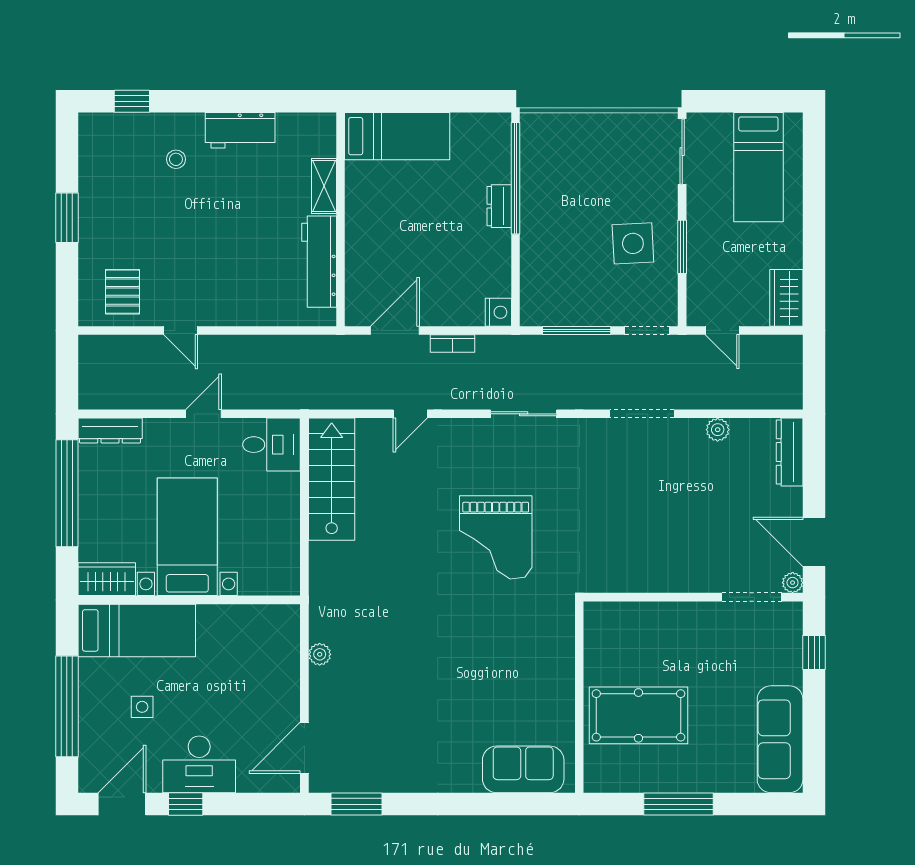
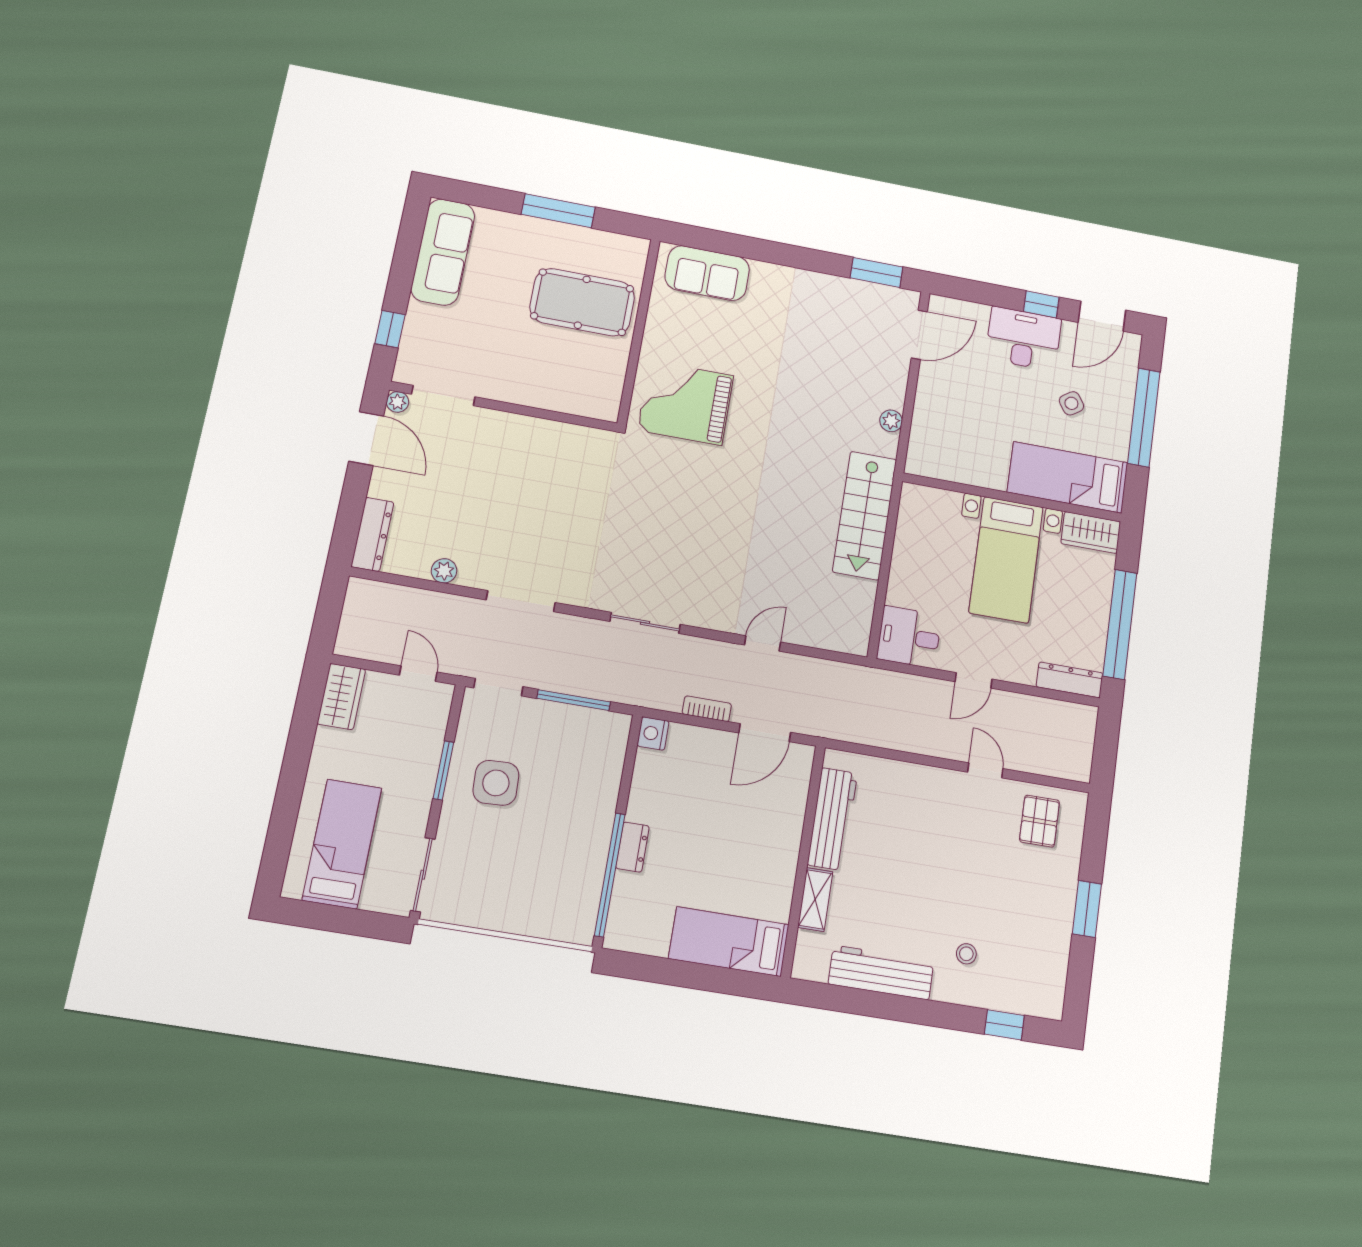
workbench: (240, 130) -> (881, 972), width x1.38
stairs: (332, 479) -> (865, 515), moved
grand piano: (496, 537) -> (686, 403), moved, turned -90
side table: (142, 707) -> (1071, 403), turned -34

